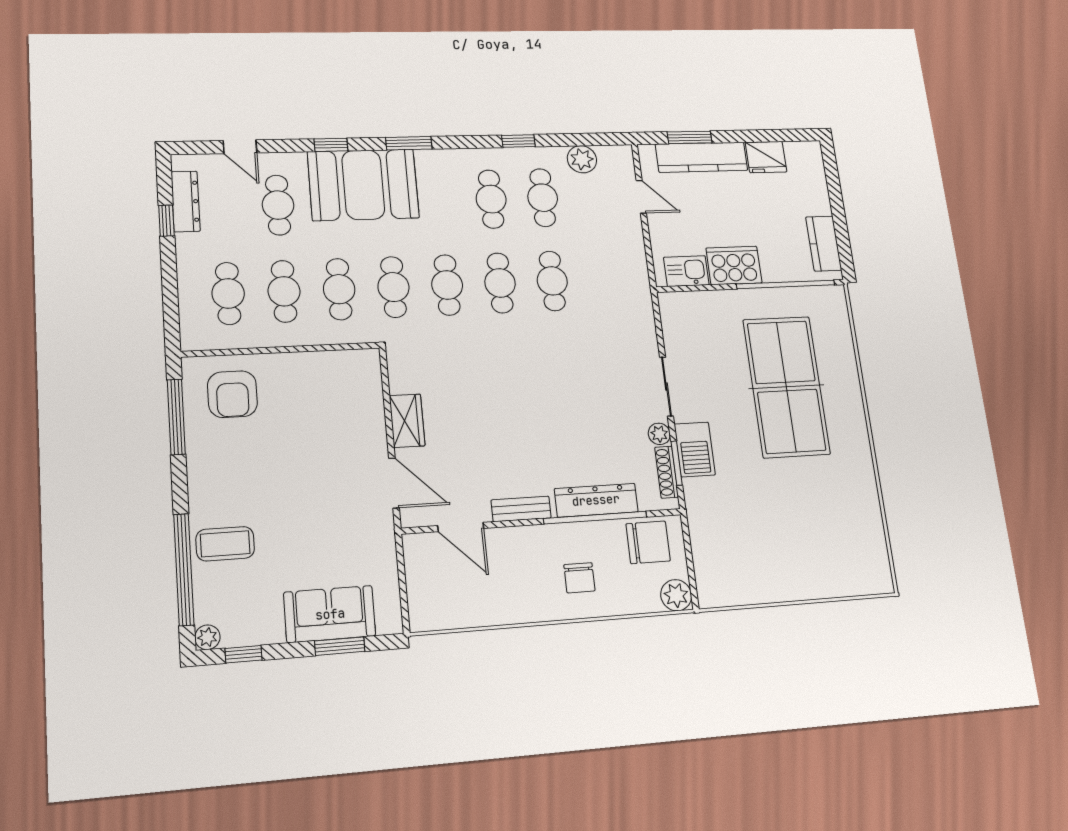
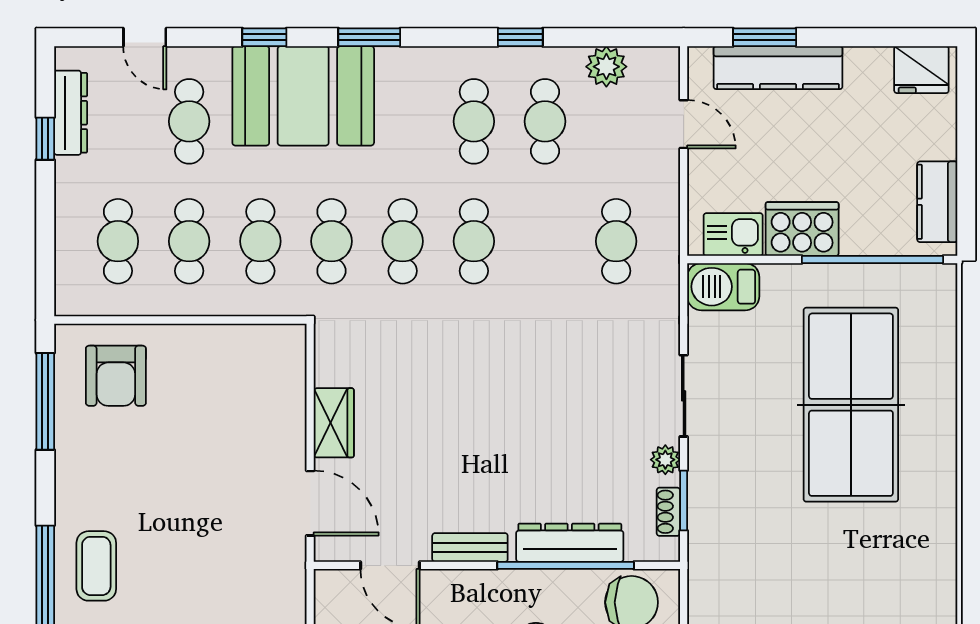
fridge: (766, 157) -> (921, 70), moved
cafe table: (552, 281) -> (616, 241), moved
barbecue: (695, 449) -> (723, 287), moved, turned 90
shoe rack: (667, 472) -> (668, 512), width x0.70
coffee table: (225, 544) -> (96, 566), turned 90

